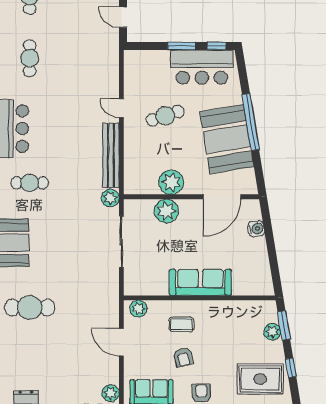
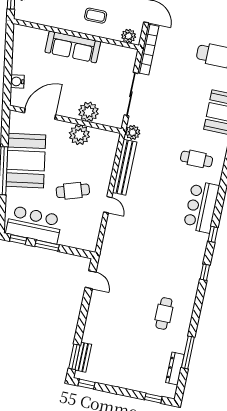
cafe table: (30, 58) -> (175, 262), removed
bookcase: (112, 298) -> (148, 49), added

